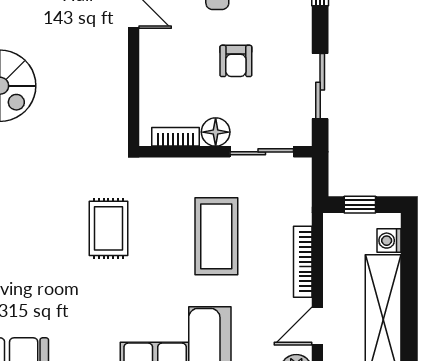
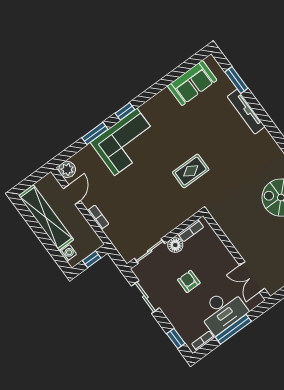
rug: (108, 228) -> (191, 171), turned 90
coffee table: (216, 236) -> (143, 201), removed
bookcase: (303, 262) -> (98, 217), width x0.64

